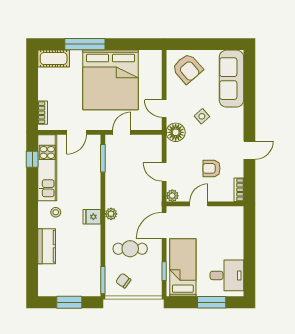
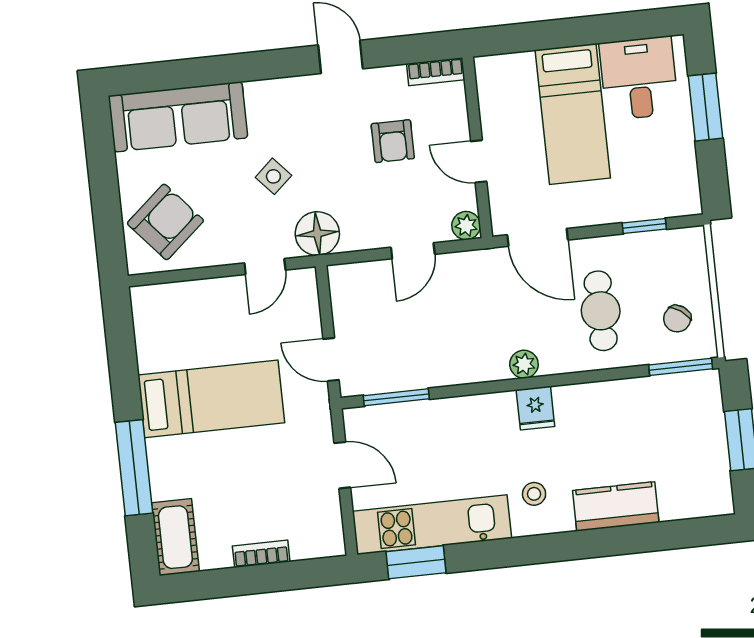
bed: (111, 80) -> (211, 399), width x0.49
bookcase: (43, 113) -> (261, 554), moved
window: (32, 159) -> (416, 562), width x1.50
bed: (183, 268) -> (573, 114), moved, turned -90

